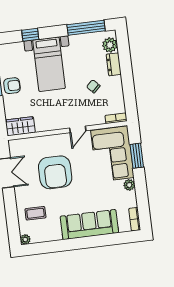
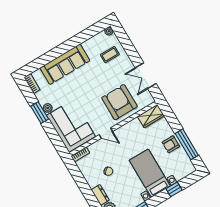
door: (78, 129) -> (106, 133), swing flipped
window: (137, 156) -> (40, 113), moved
armchair: (55, 172) -> (119, 102), moved

